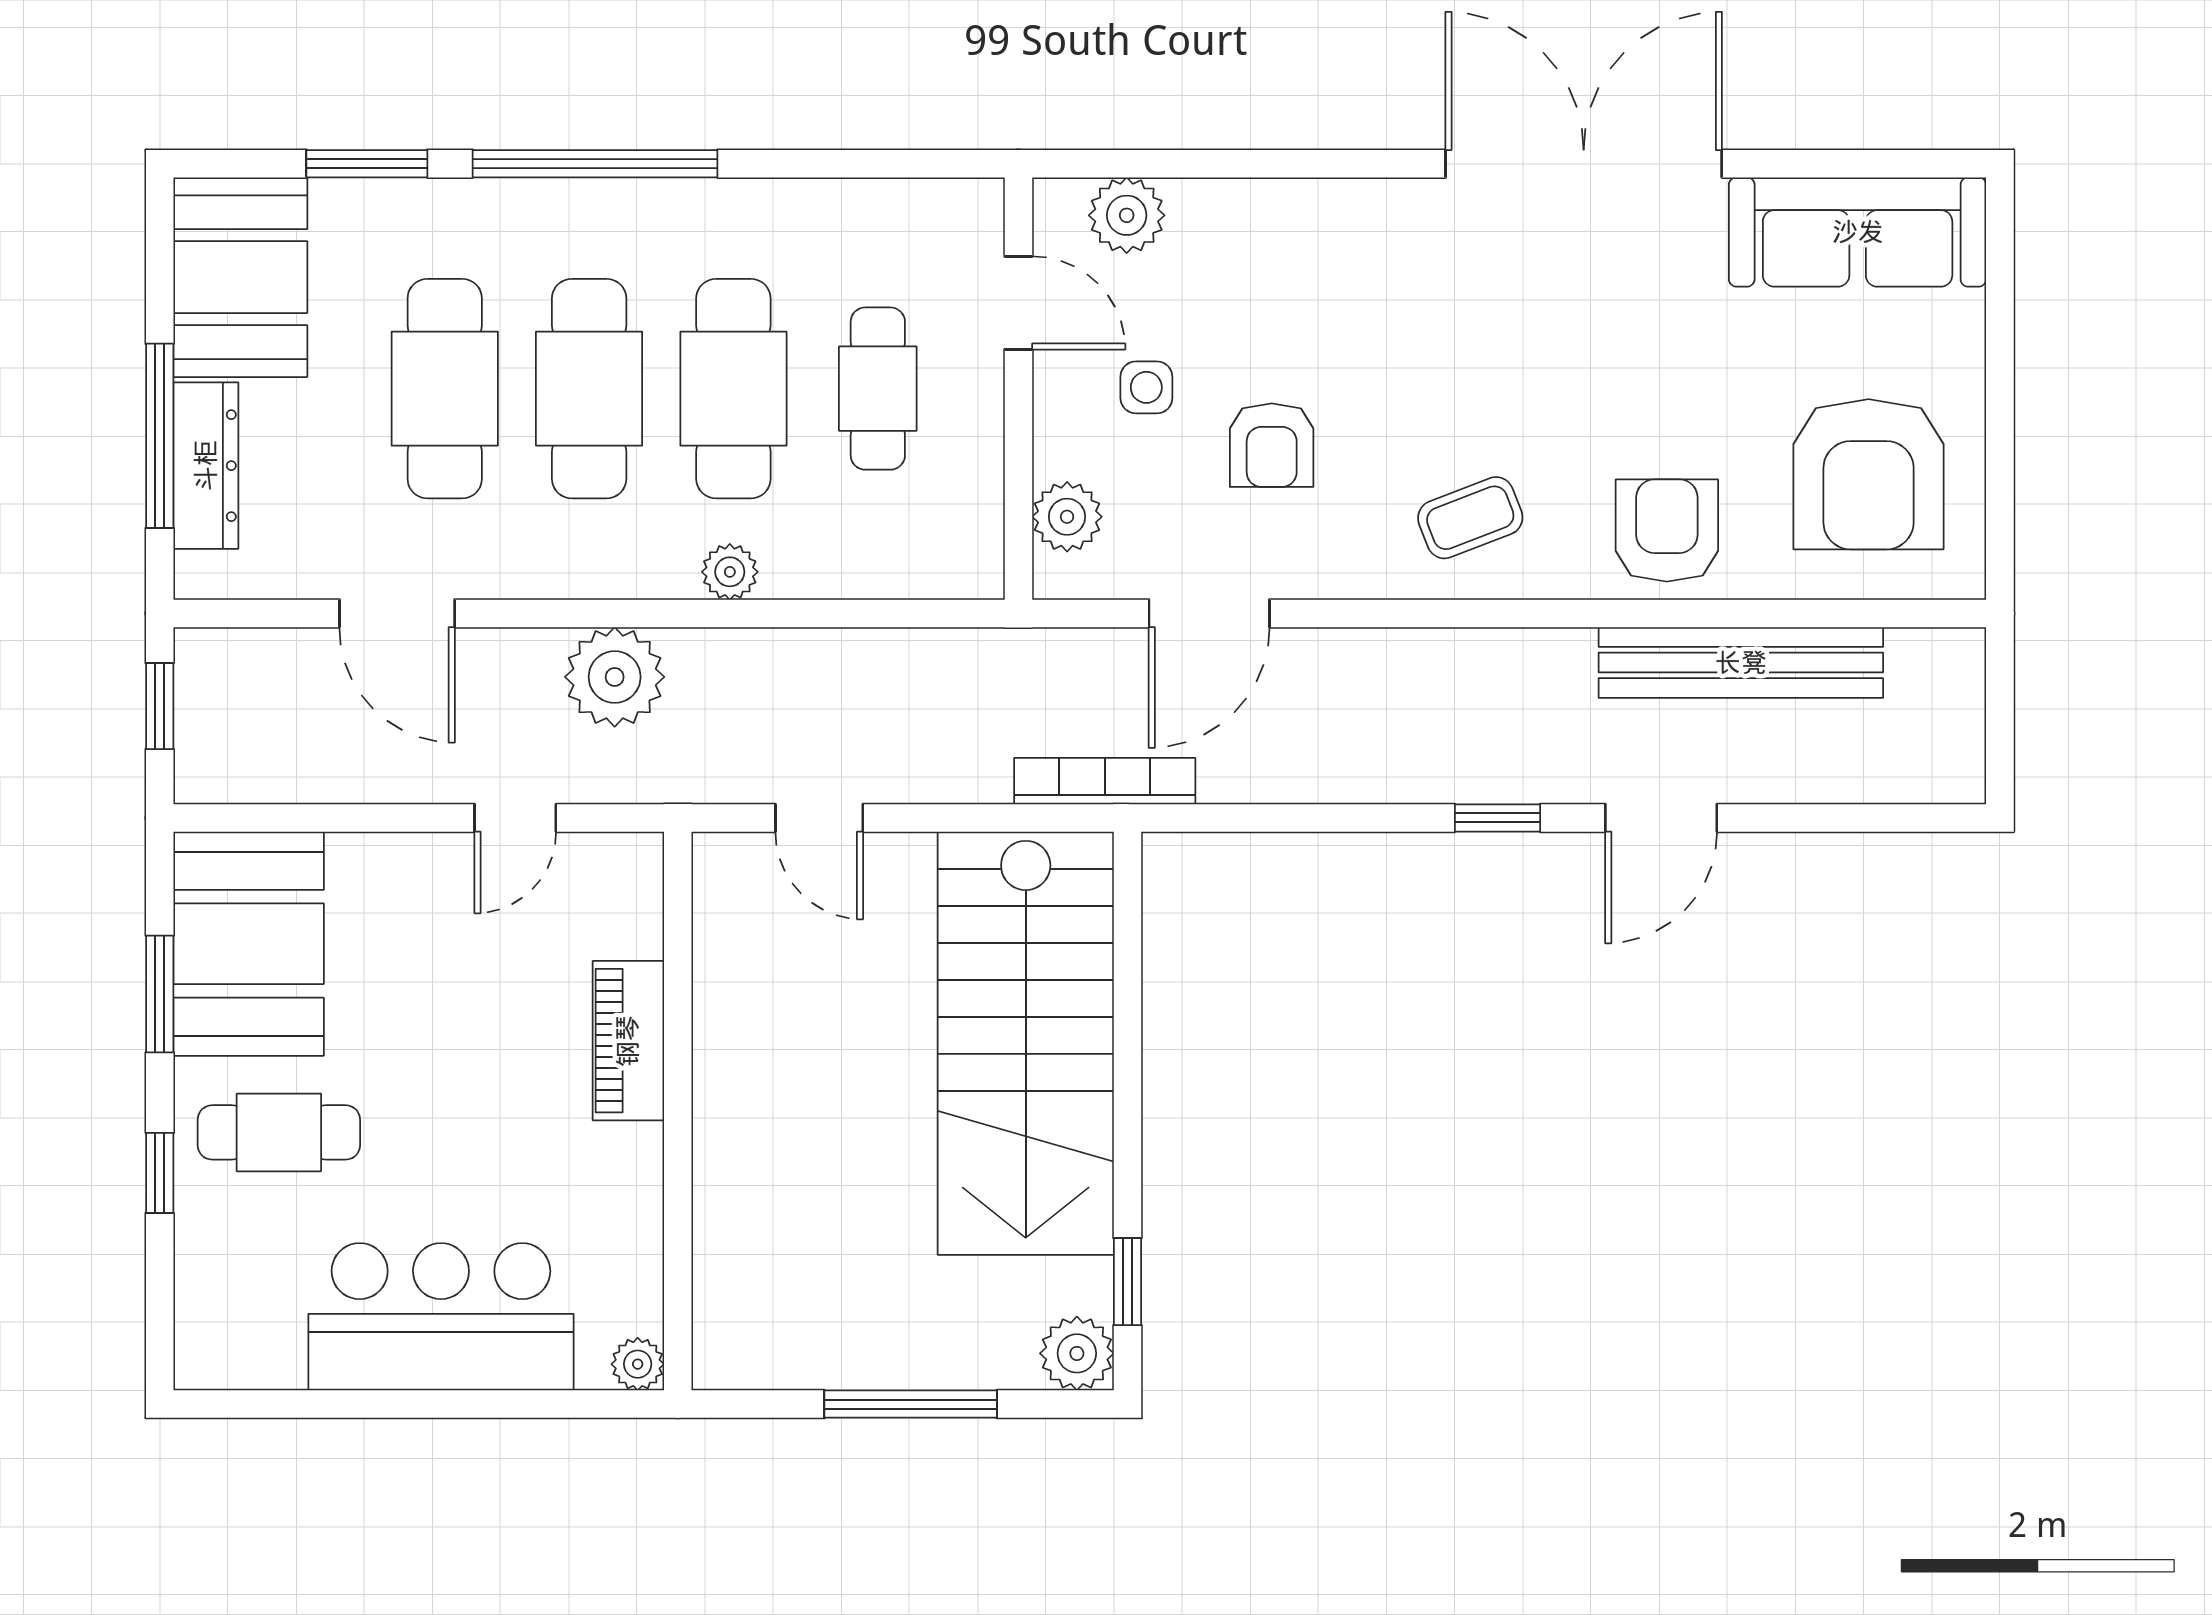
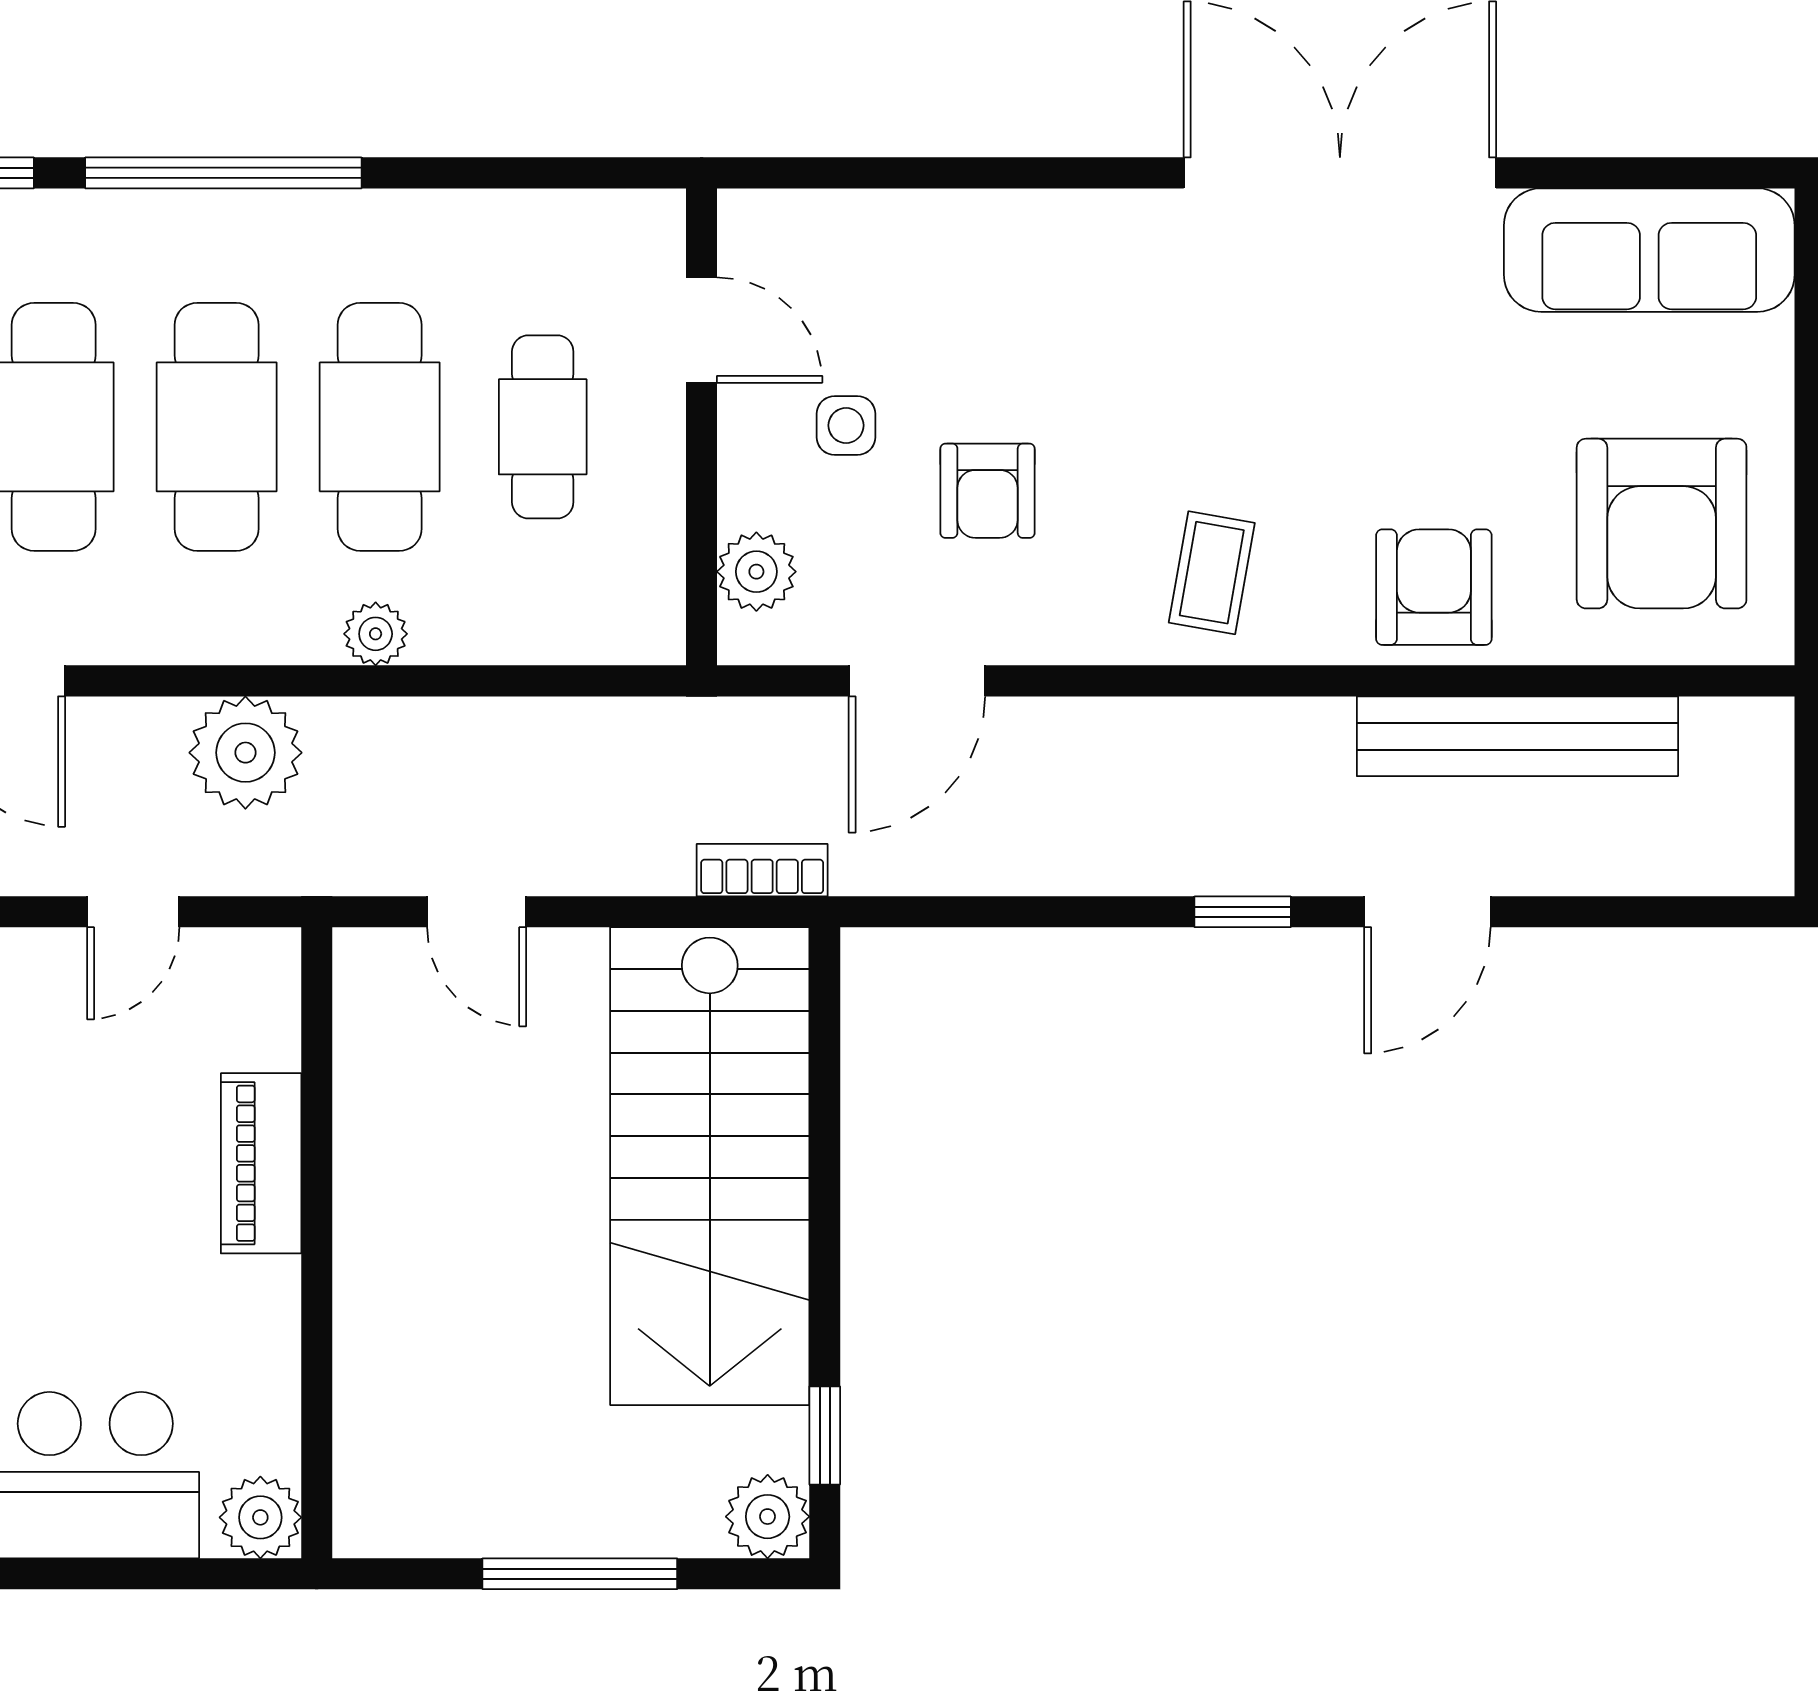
plant: (1127, 215) -> (824, 231), removed
coffee table: (1470, 518) -> (1212, 573), turned -59
bookcase: (1105, 781) -> (762, 870), width x0.64
plant: (638, 1364) -> (260, 1517), width x1.38, depth x1.38

